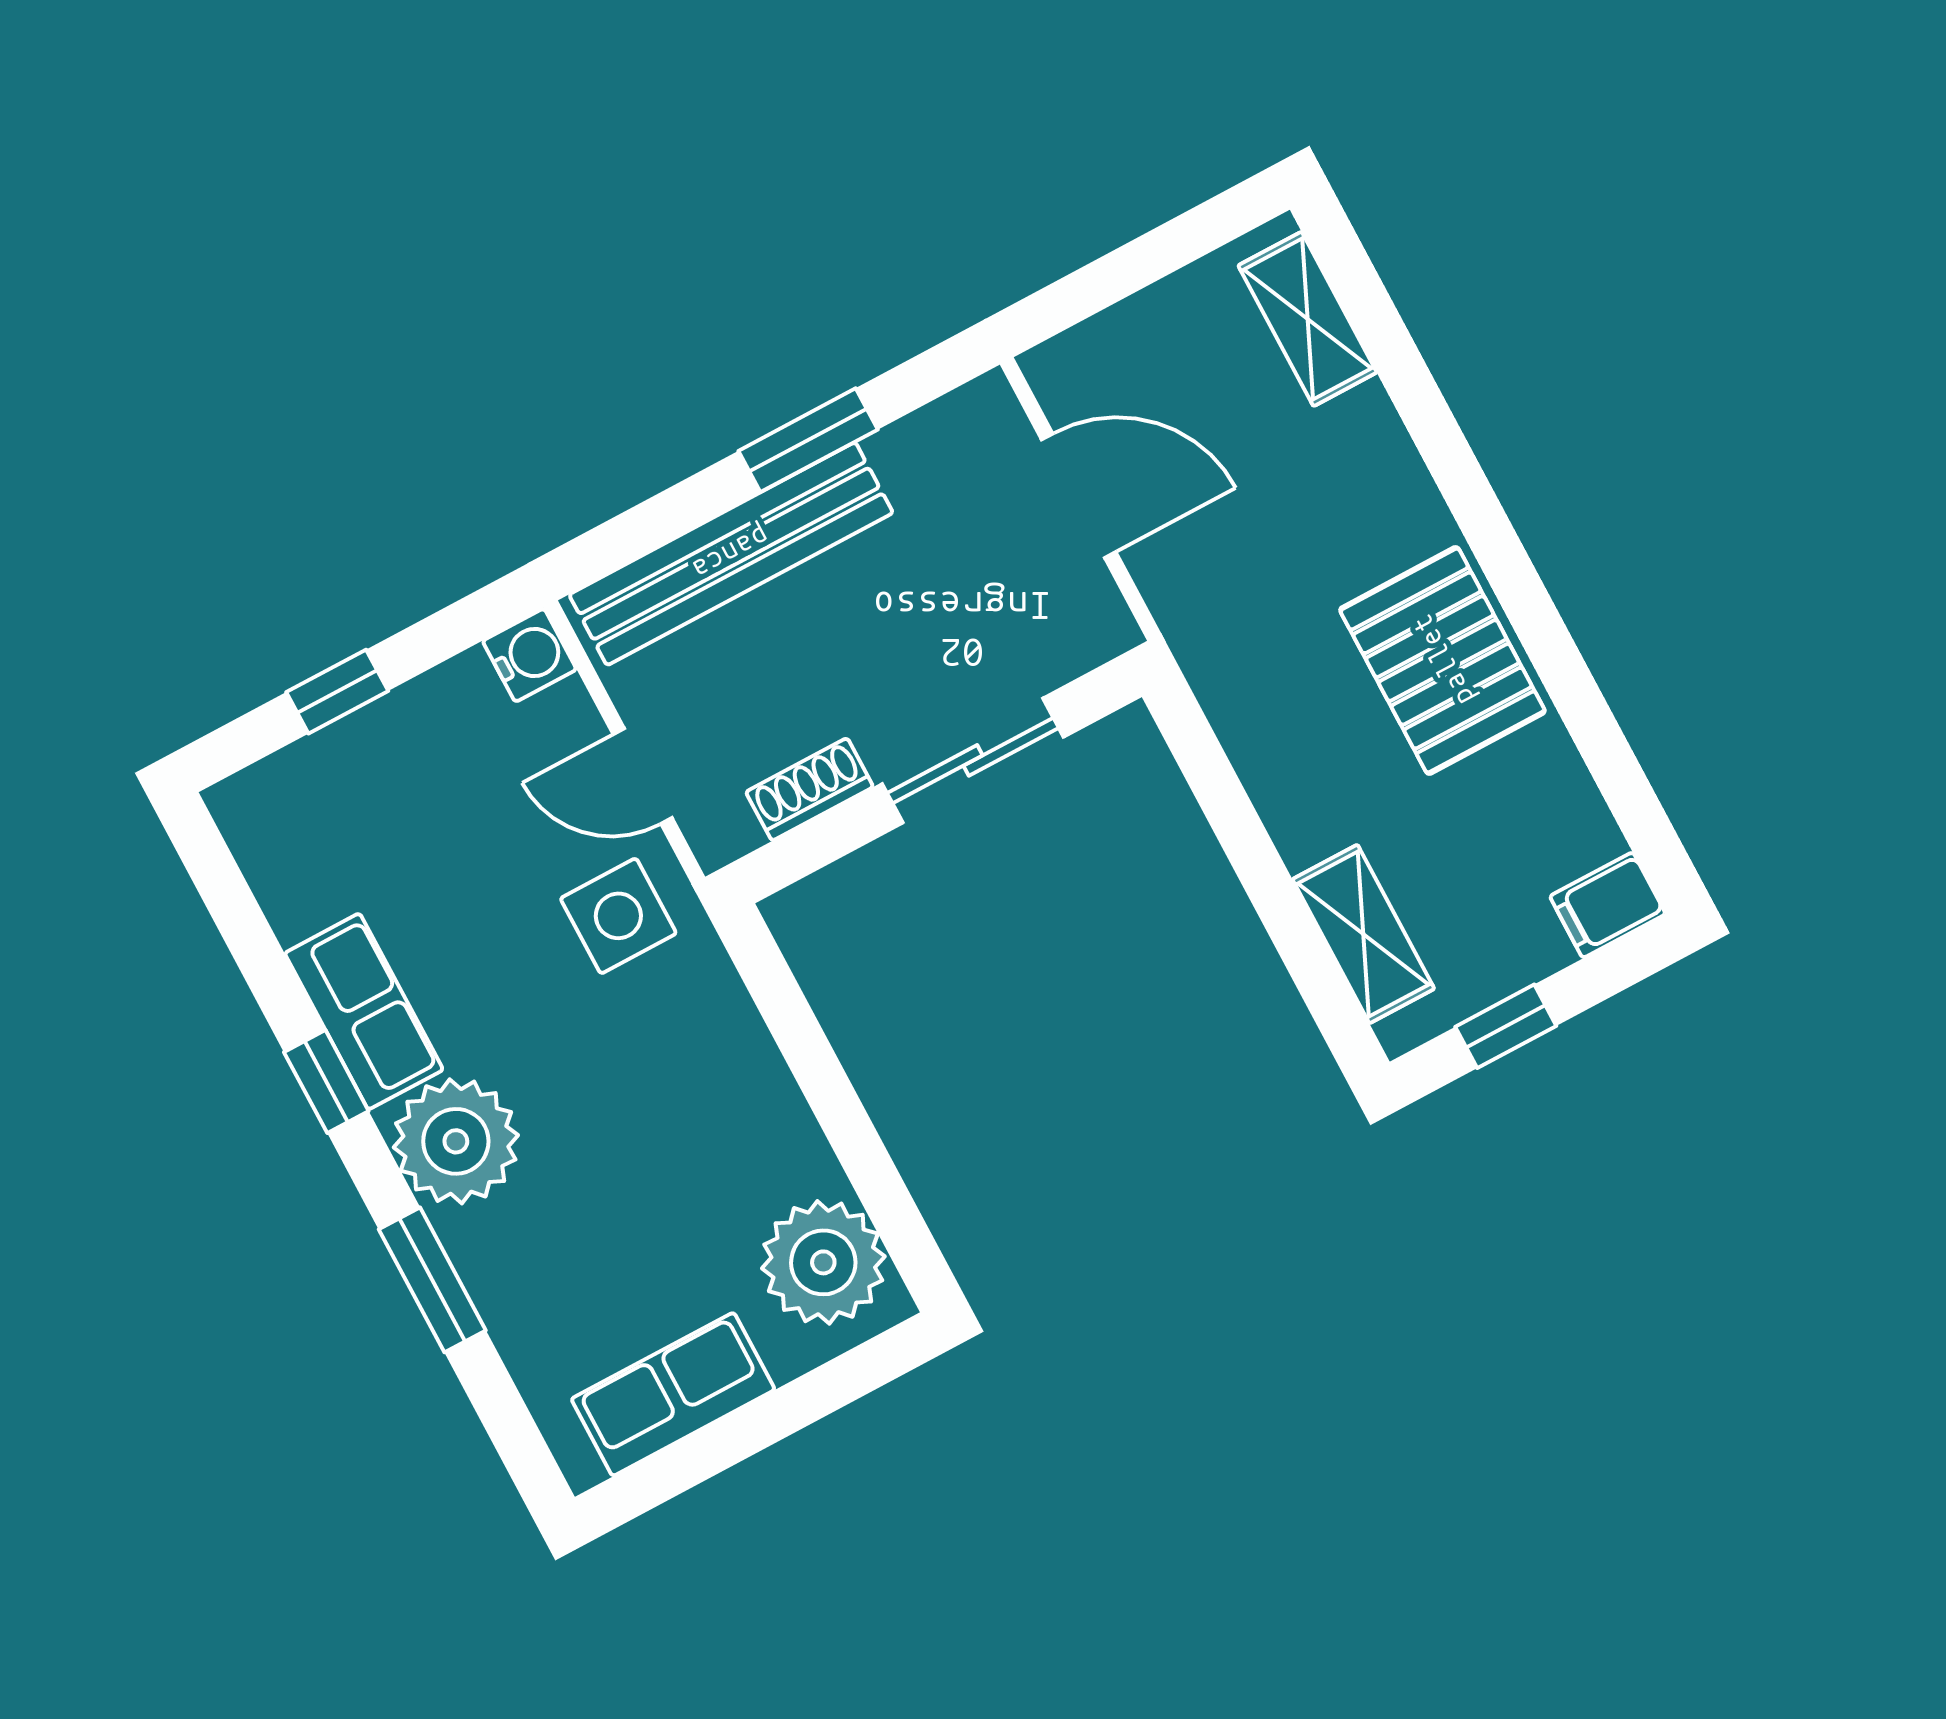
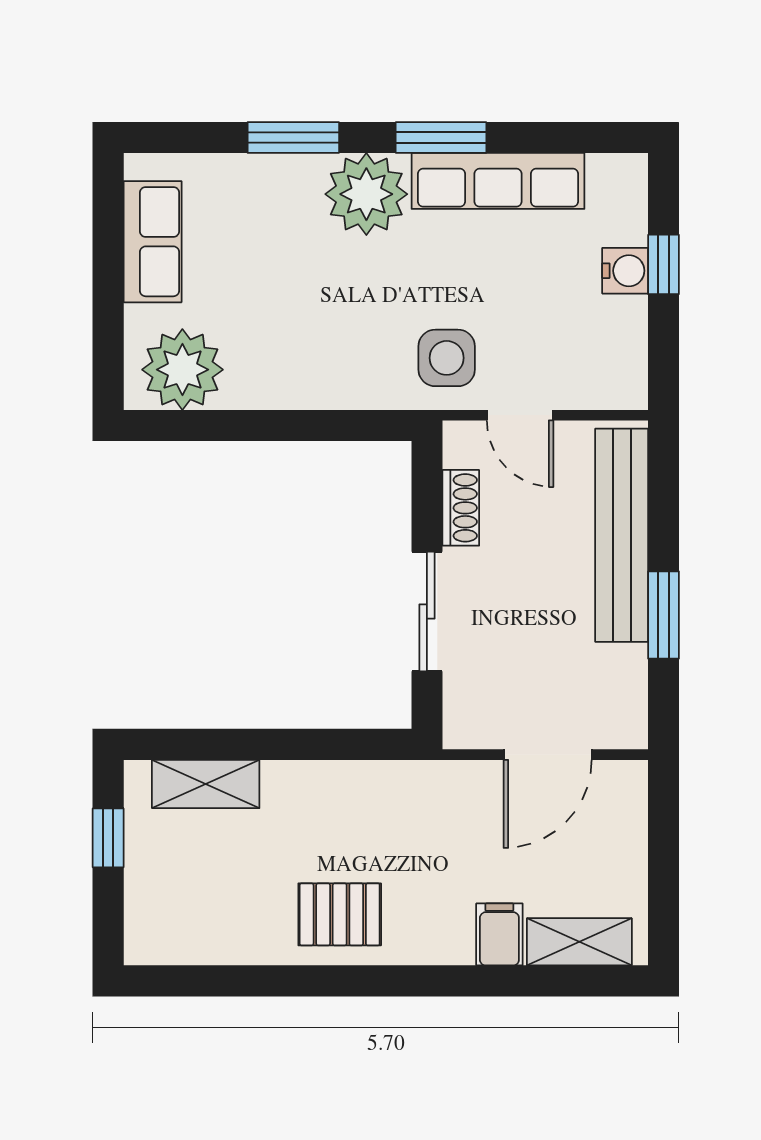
water cooler: (530, 655) -> (625, 271), moved, turned -90
pallet: (1442, 660) -> (340, 914), width x0.67, depth x0.71
door: (643, 776) -> (520, 415), swing flipped
filing cabinet: (1608, 905) -> (499, 934), moved
row of seats: (364, 1011) -> (498, 181), width x1.48
window: (326, 1082) -> (441, 138), width x1.50

